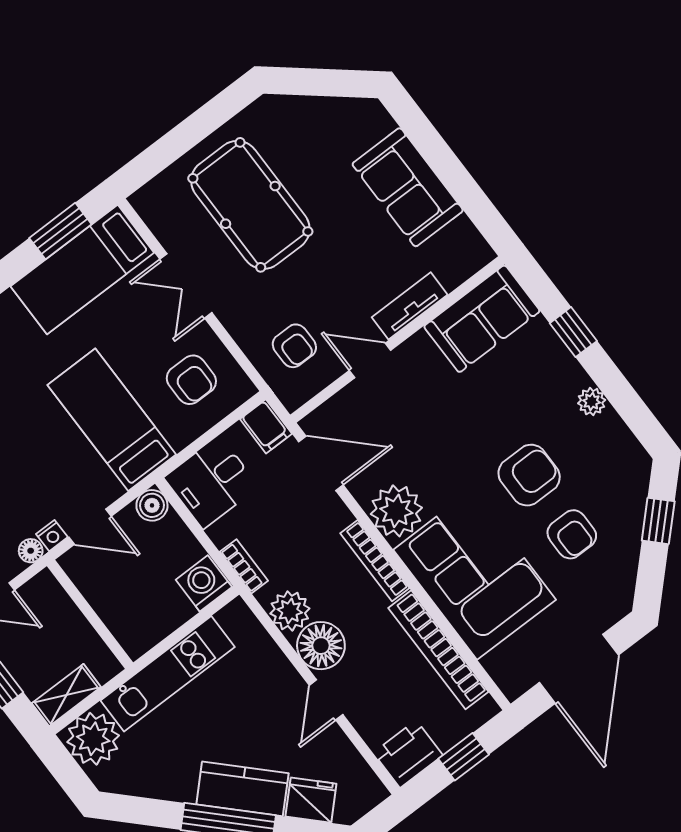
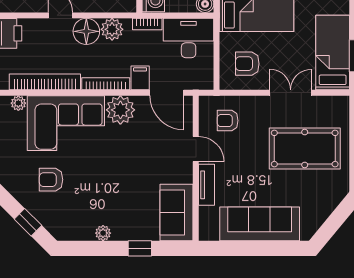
sofa: (408, 187) -> (260, 224), width x1.36
door: (370, 360) -> (196, 149), hinge flipped
filing cabinet: (266, 426) -> (140, 78), moved, turned 90
door: (321, 463) -> (167, 93), hinge flipped
armchair: (529, 475) -> (92, 181), removed
desk: (211, 482) -> (189, 38), width x1.37
plant: (498, 665) -> (18, 103), added

